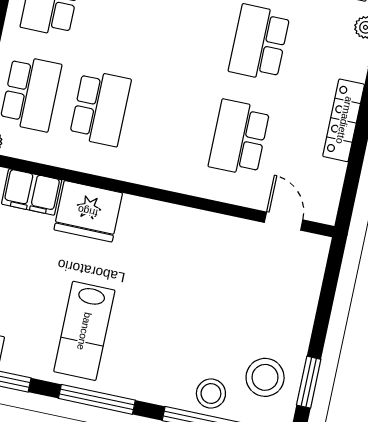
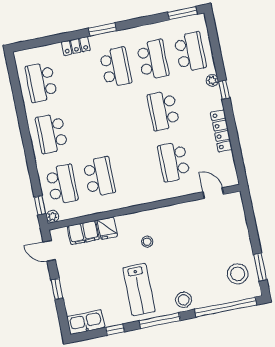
fridge: (88, 211) -> (107, 228), width x0.53, depth x0.75
stool: (134, 255) -> (147, 242), added
stool: (211, 394) -> (184, 300), moved

